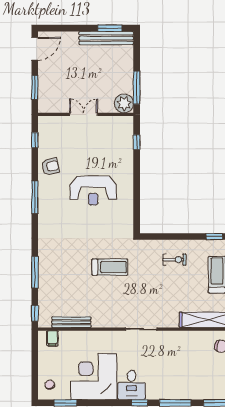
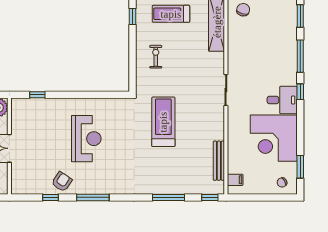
window: (35, 140) -> (50, 197), moved
armchair: (51, 166) -> (62, 182), turned 46
treadmill: (110, 267) -> (163, 122), width x1.37, depth x1.38

